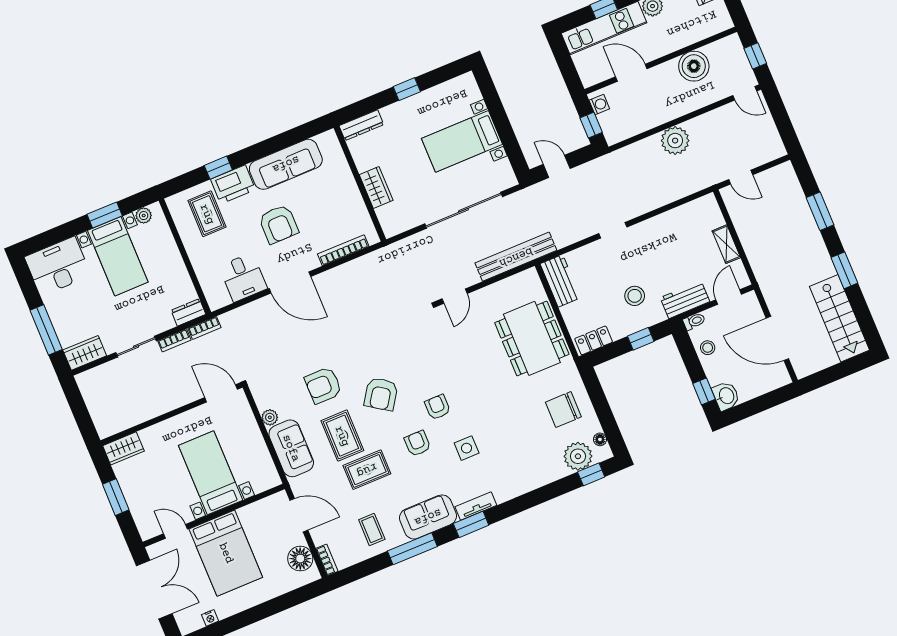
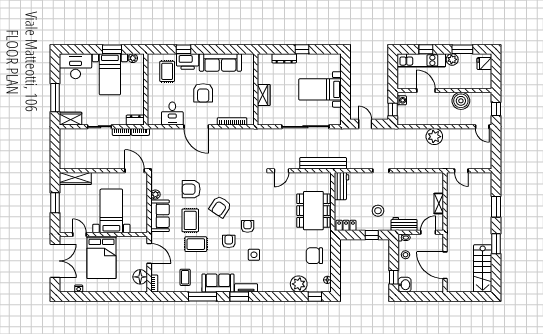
dresser: (361, 125) -> (284, 58), moved
wardrobe: (123, 448) -> (75, 178), width x1.50
plant: (578, 456) -> (299, 284), moved

